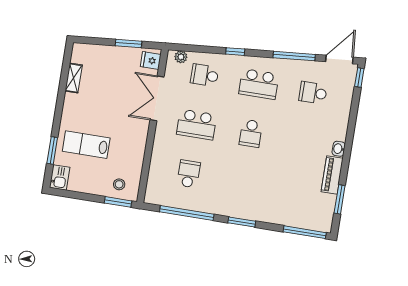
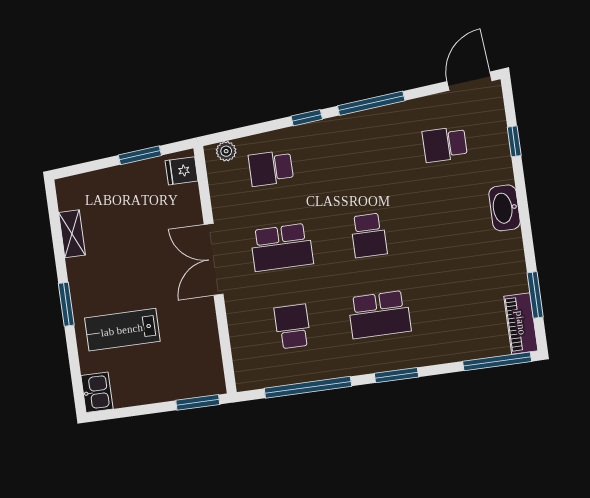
window: (294, 56) -> (371, 103), moved
window: (359, 78) -> (514, 141), moved
school desk: (259, 84) -> (380, 315), moved
double door: (157, 98) -> (214, 259), moved
washbasin: (339, 149) -> (505, 208), width x1.91, depth x1.45
window: (52, 151) -> (66, 304), moved
piano: (332, 175) -> (521, 323), moved
stool: (119, 184) -> (191, 375), removed

